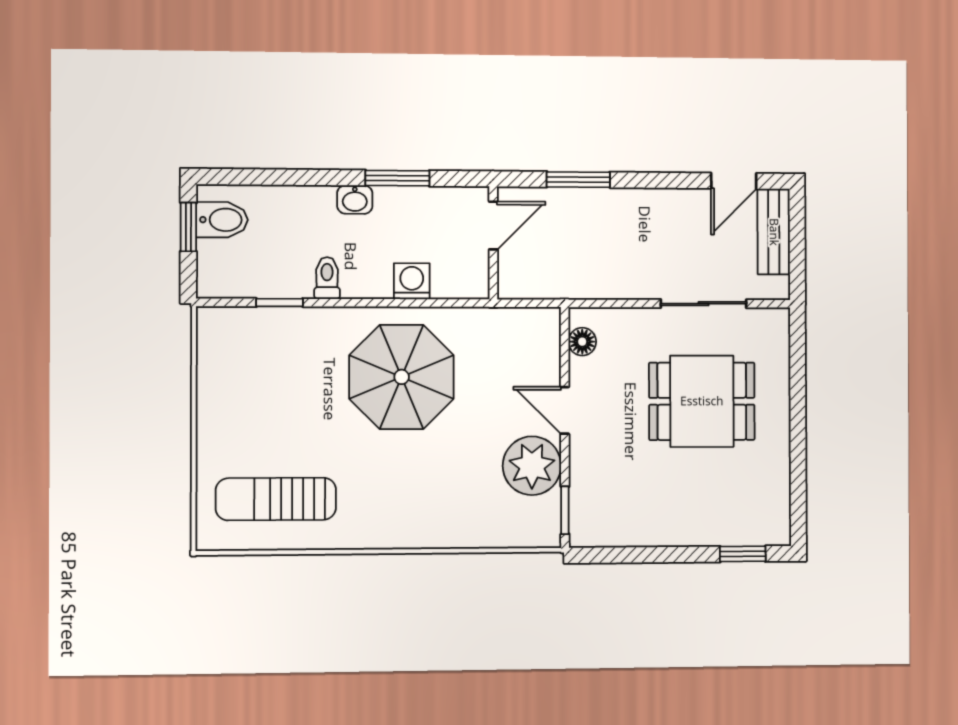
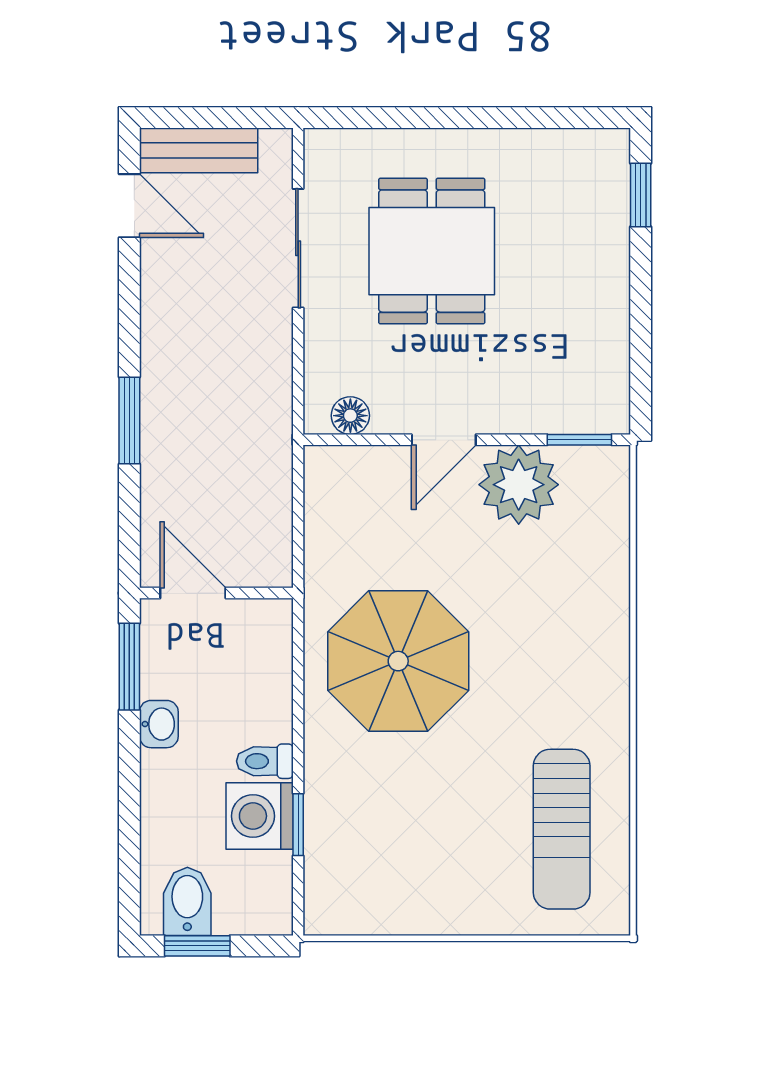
door: (493, 226) -> (193, 593), moved
wall: (493, 243) -> (216, 593), moved
washing machine: (412, 281) -> (260, 816), moved, width x1.38, depth x1.38

